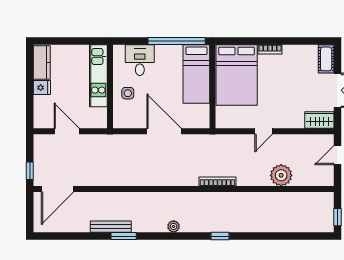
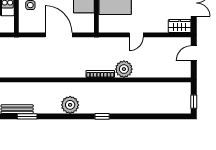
plant: (281, 175) -> (124, 69), moved
plant: (174, 226) -> (70, 105), width x1.88, depth x1.88

